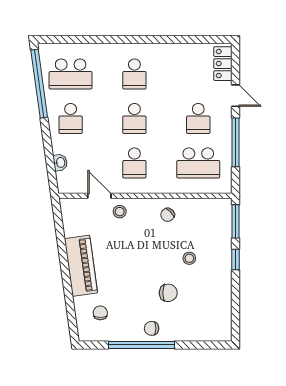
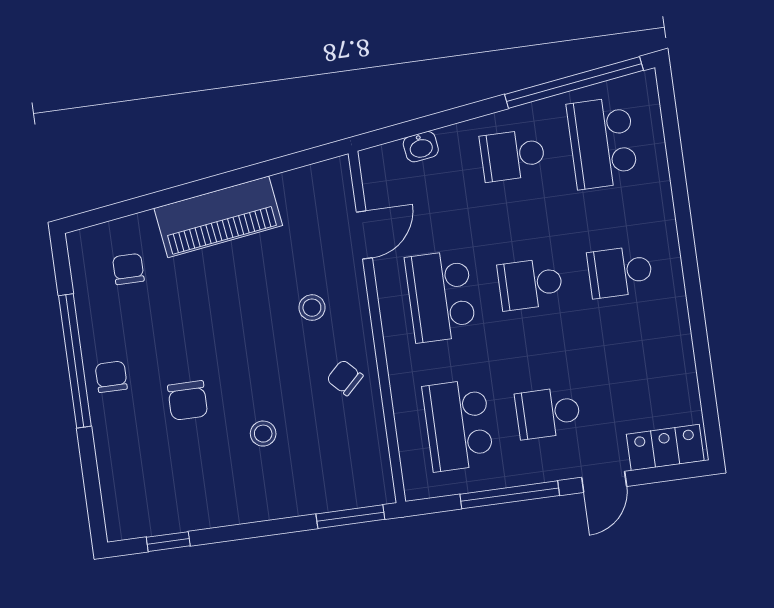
school desk: (134, 163) -> (440, 296), width x1.85
stool: (120, 212) -> (312, 308), moved
window: (236, 259) -> (168, 542), moved
chair: (100, 313) -> (128, 269), turned -90

